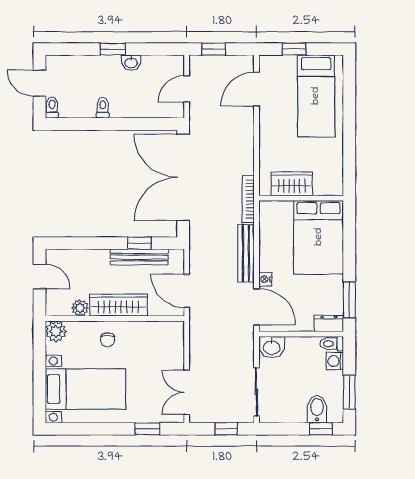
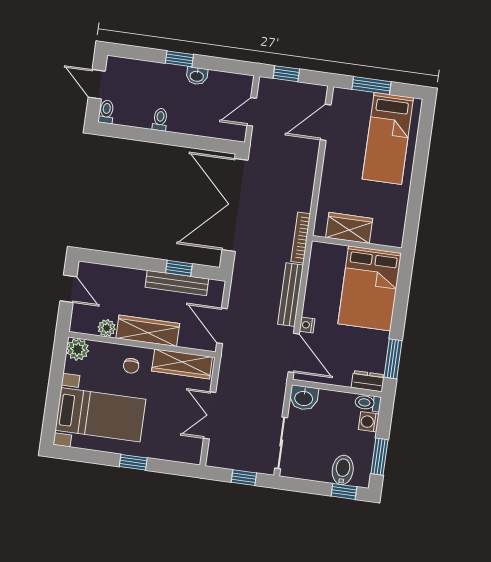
window: (294, 49) -> (371, 85), width x1.50
wardrobe: (154, 331) -> (182, 364), added
double door: (187, 392) -> (210, 415), moved
window: (148, 429) -> (133, 462), moved

